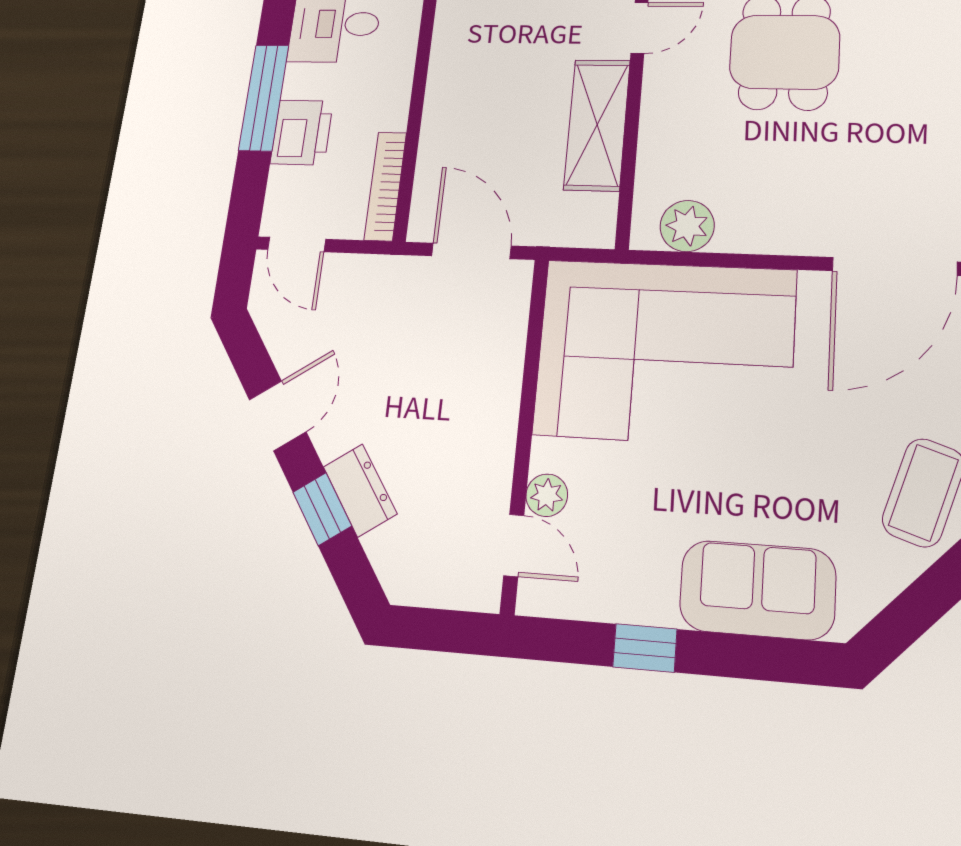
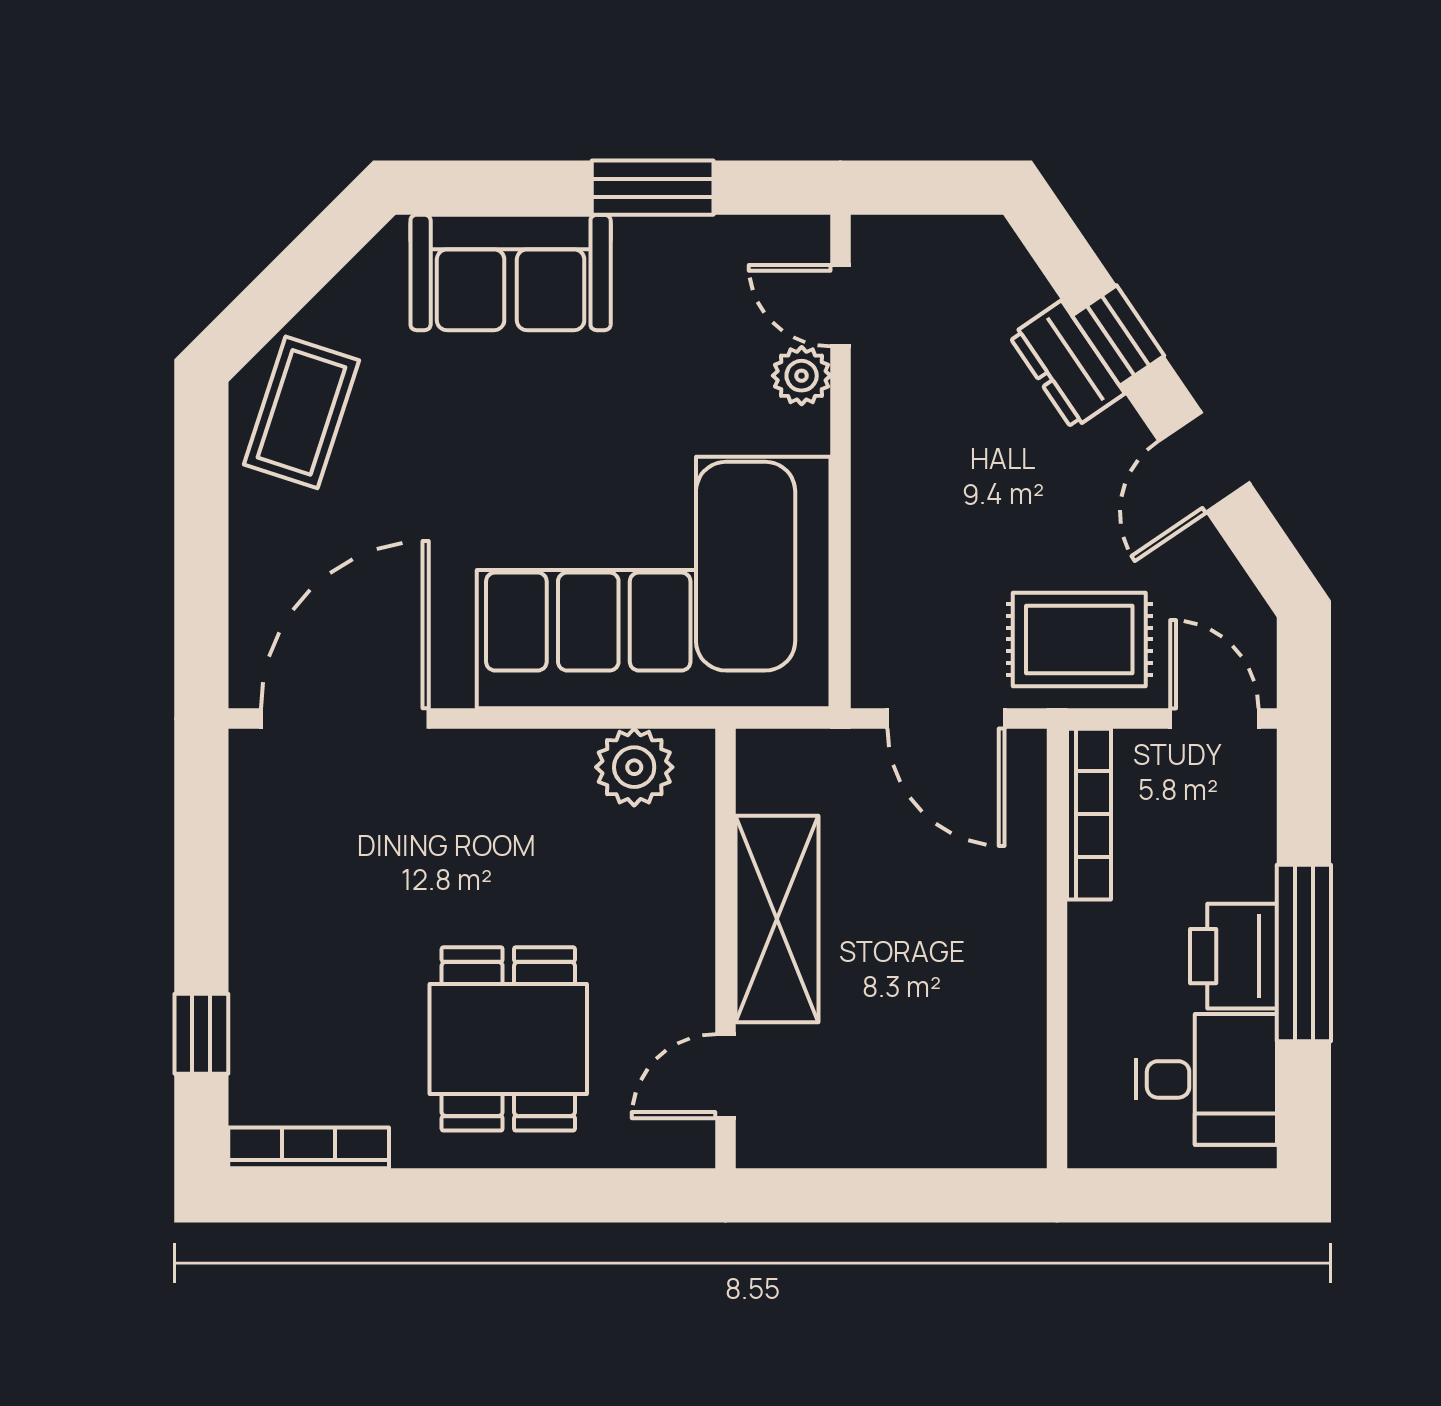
printer: (302, 132) -> (1233, 956), moved
rug: (377, 300) -> (1079, 639), added
window: (645, 648) -> (653, 188), width x1.50

